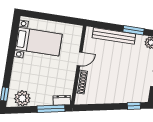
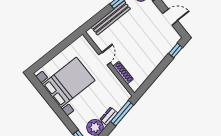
bed with nightstands: (39, 42) -> (68, 82), width x1.36
dresser: (62, 100) -> (109, 116), moved

